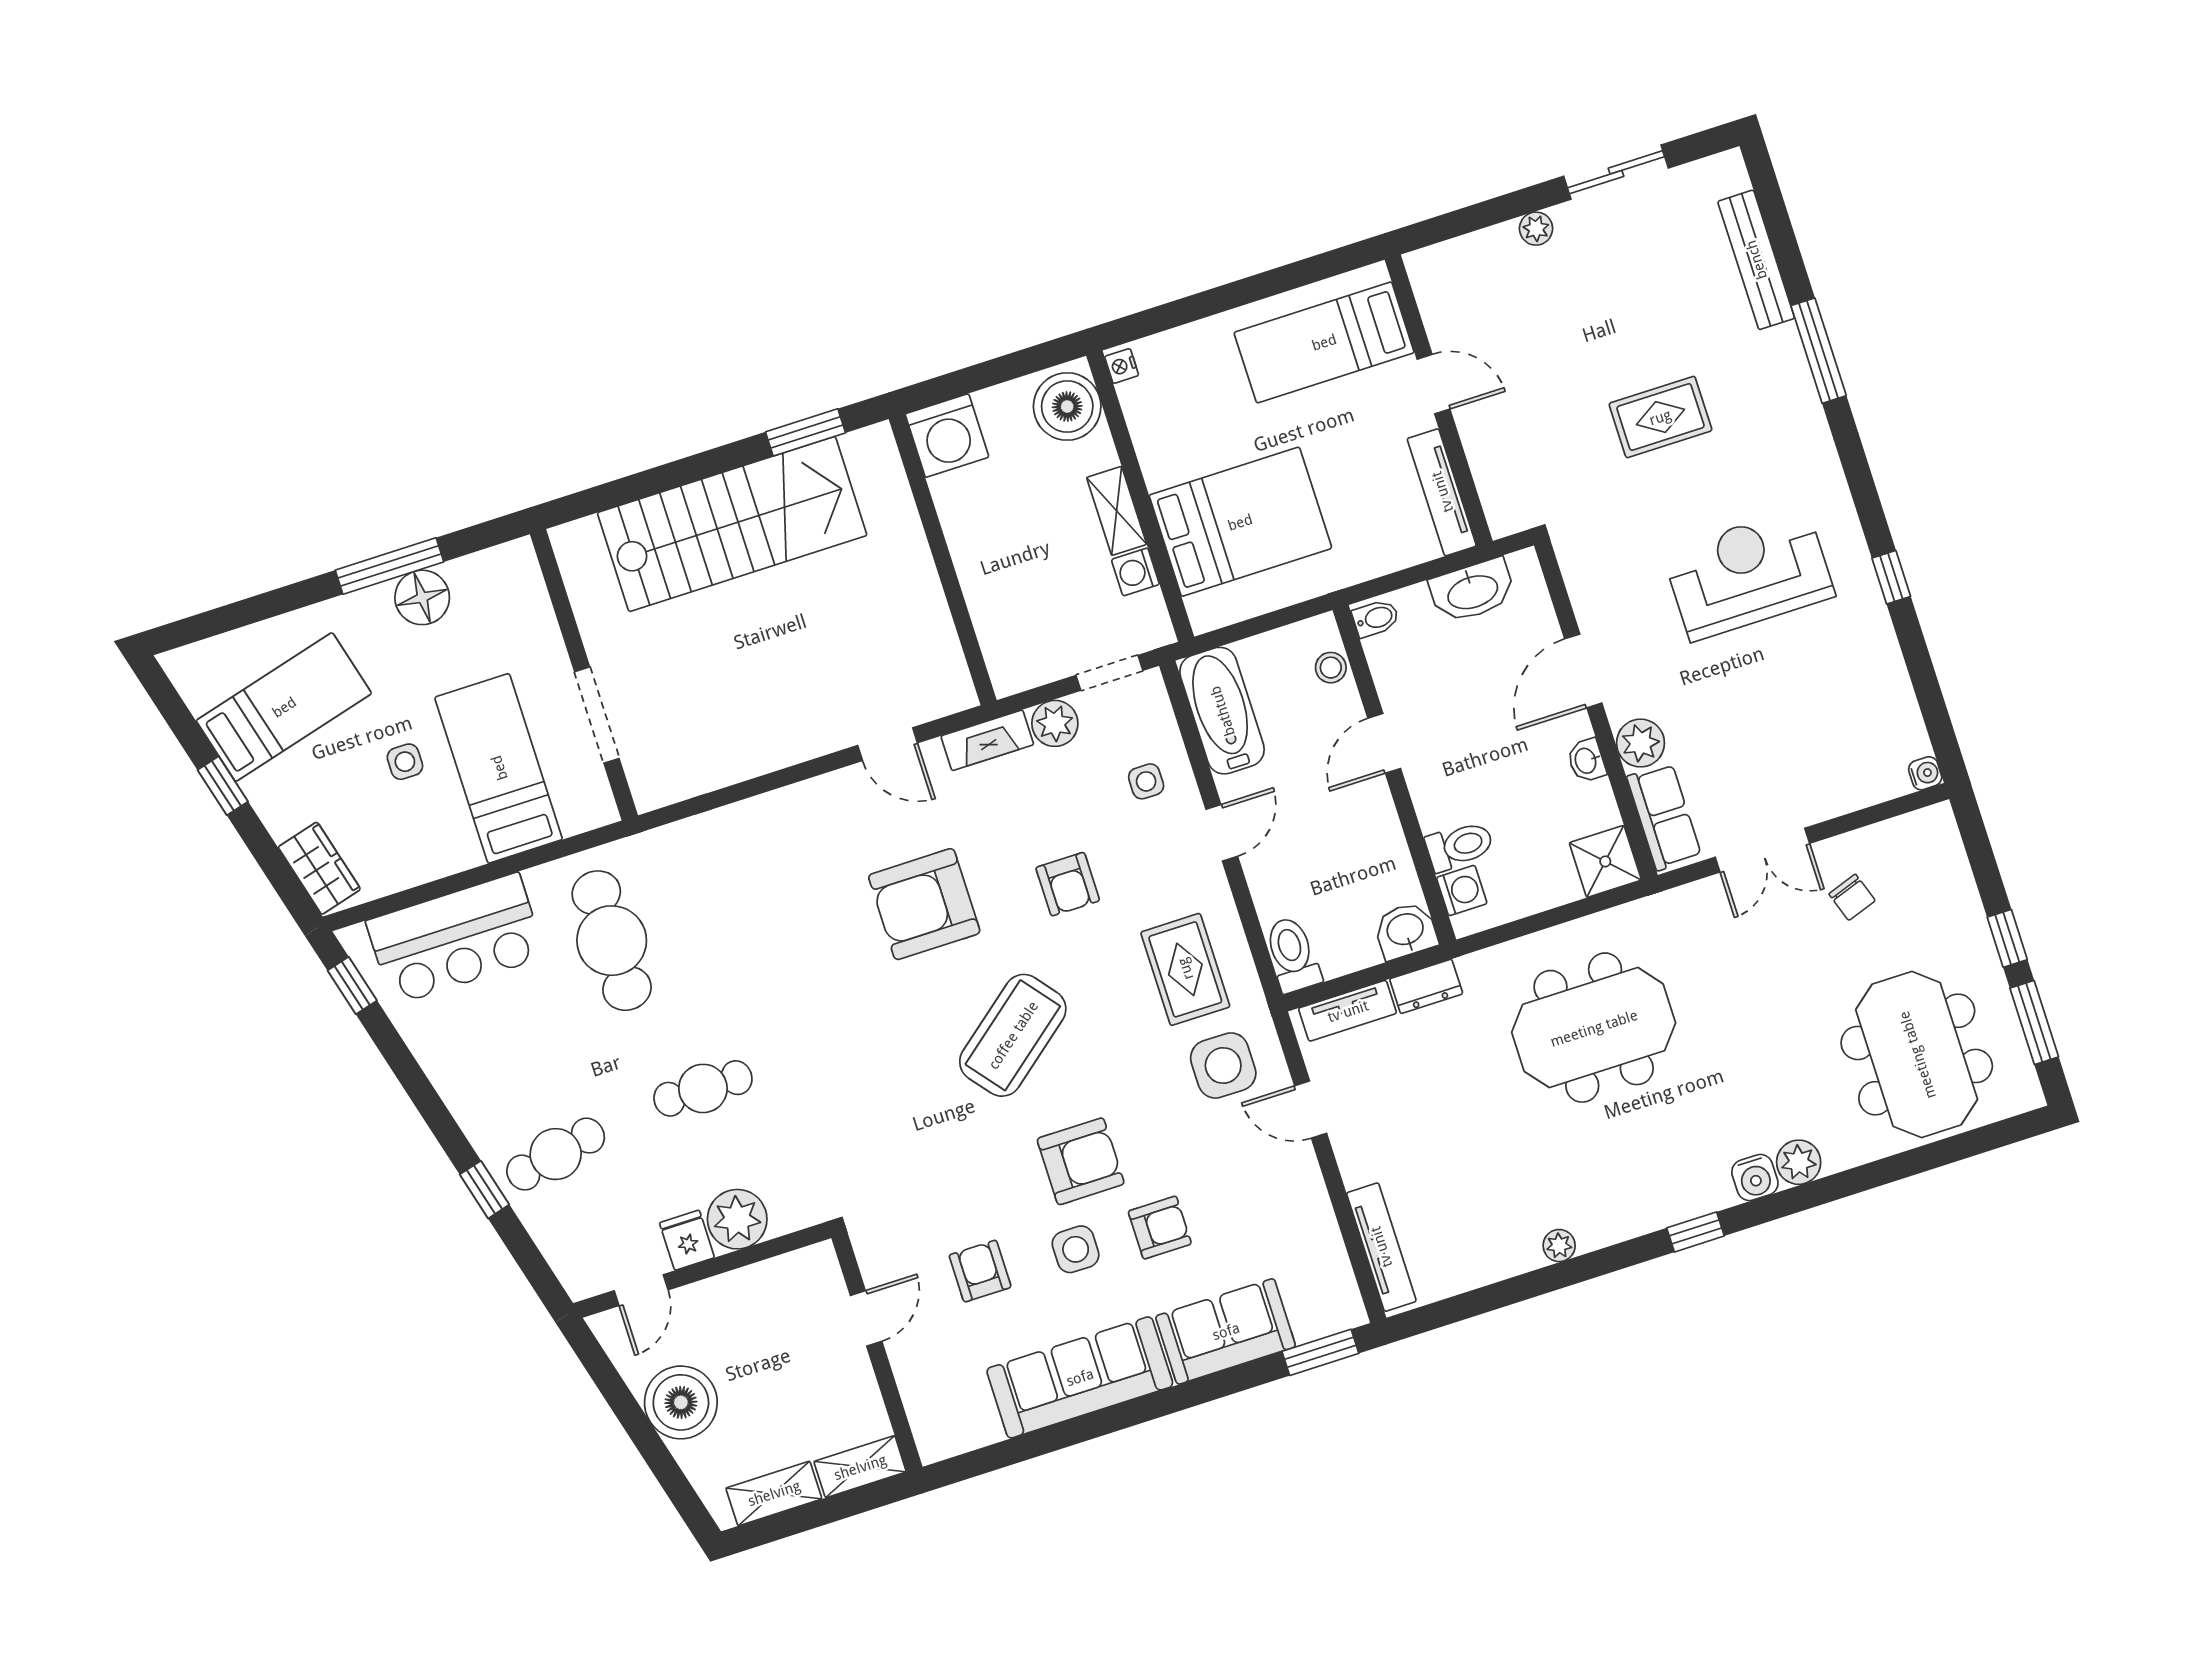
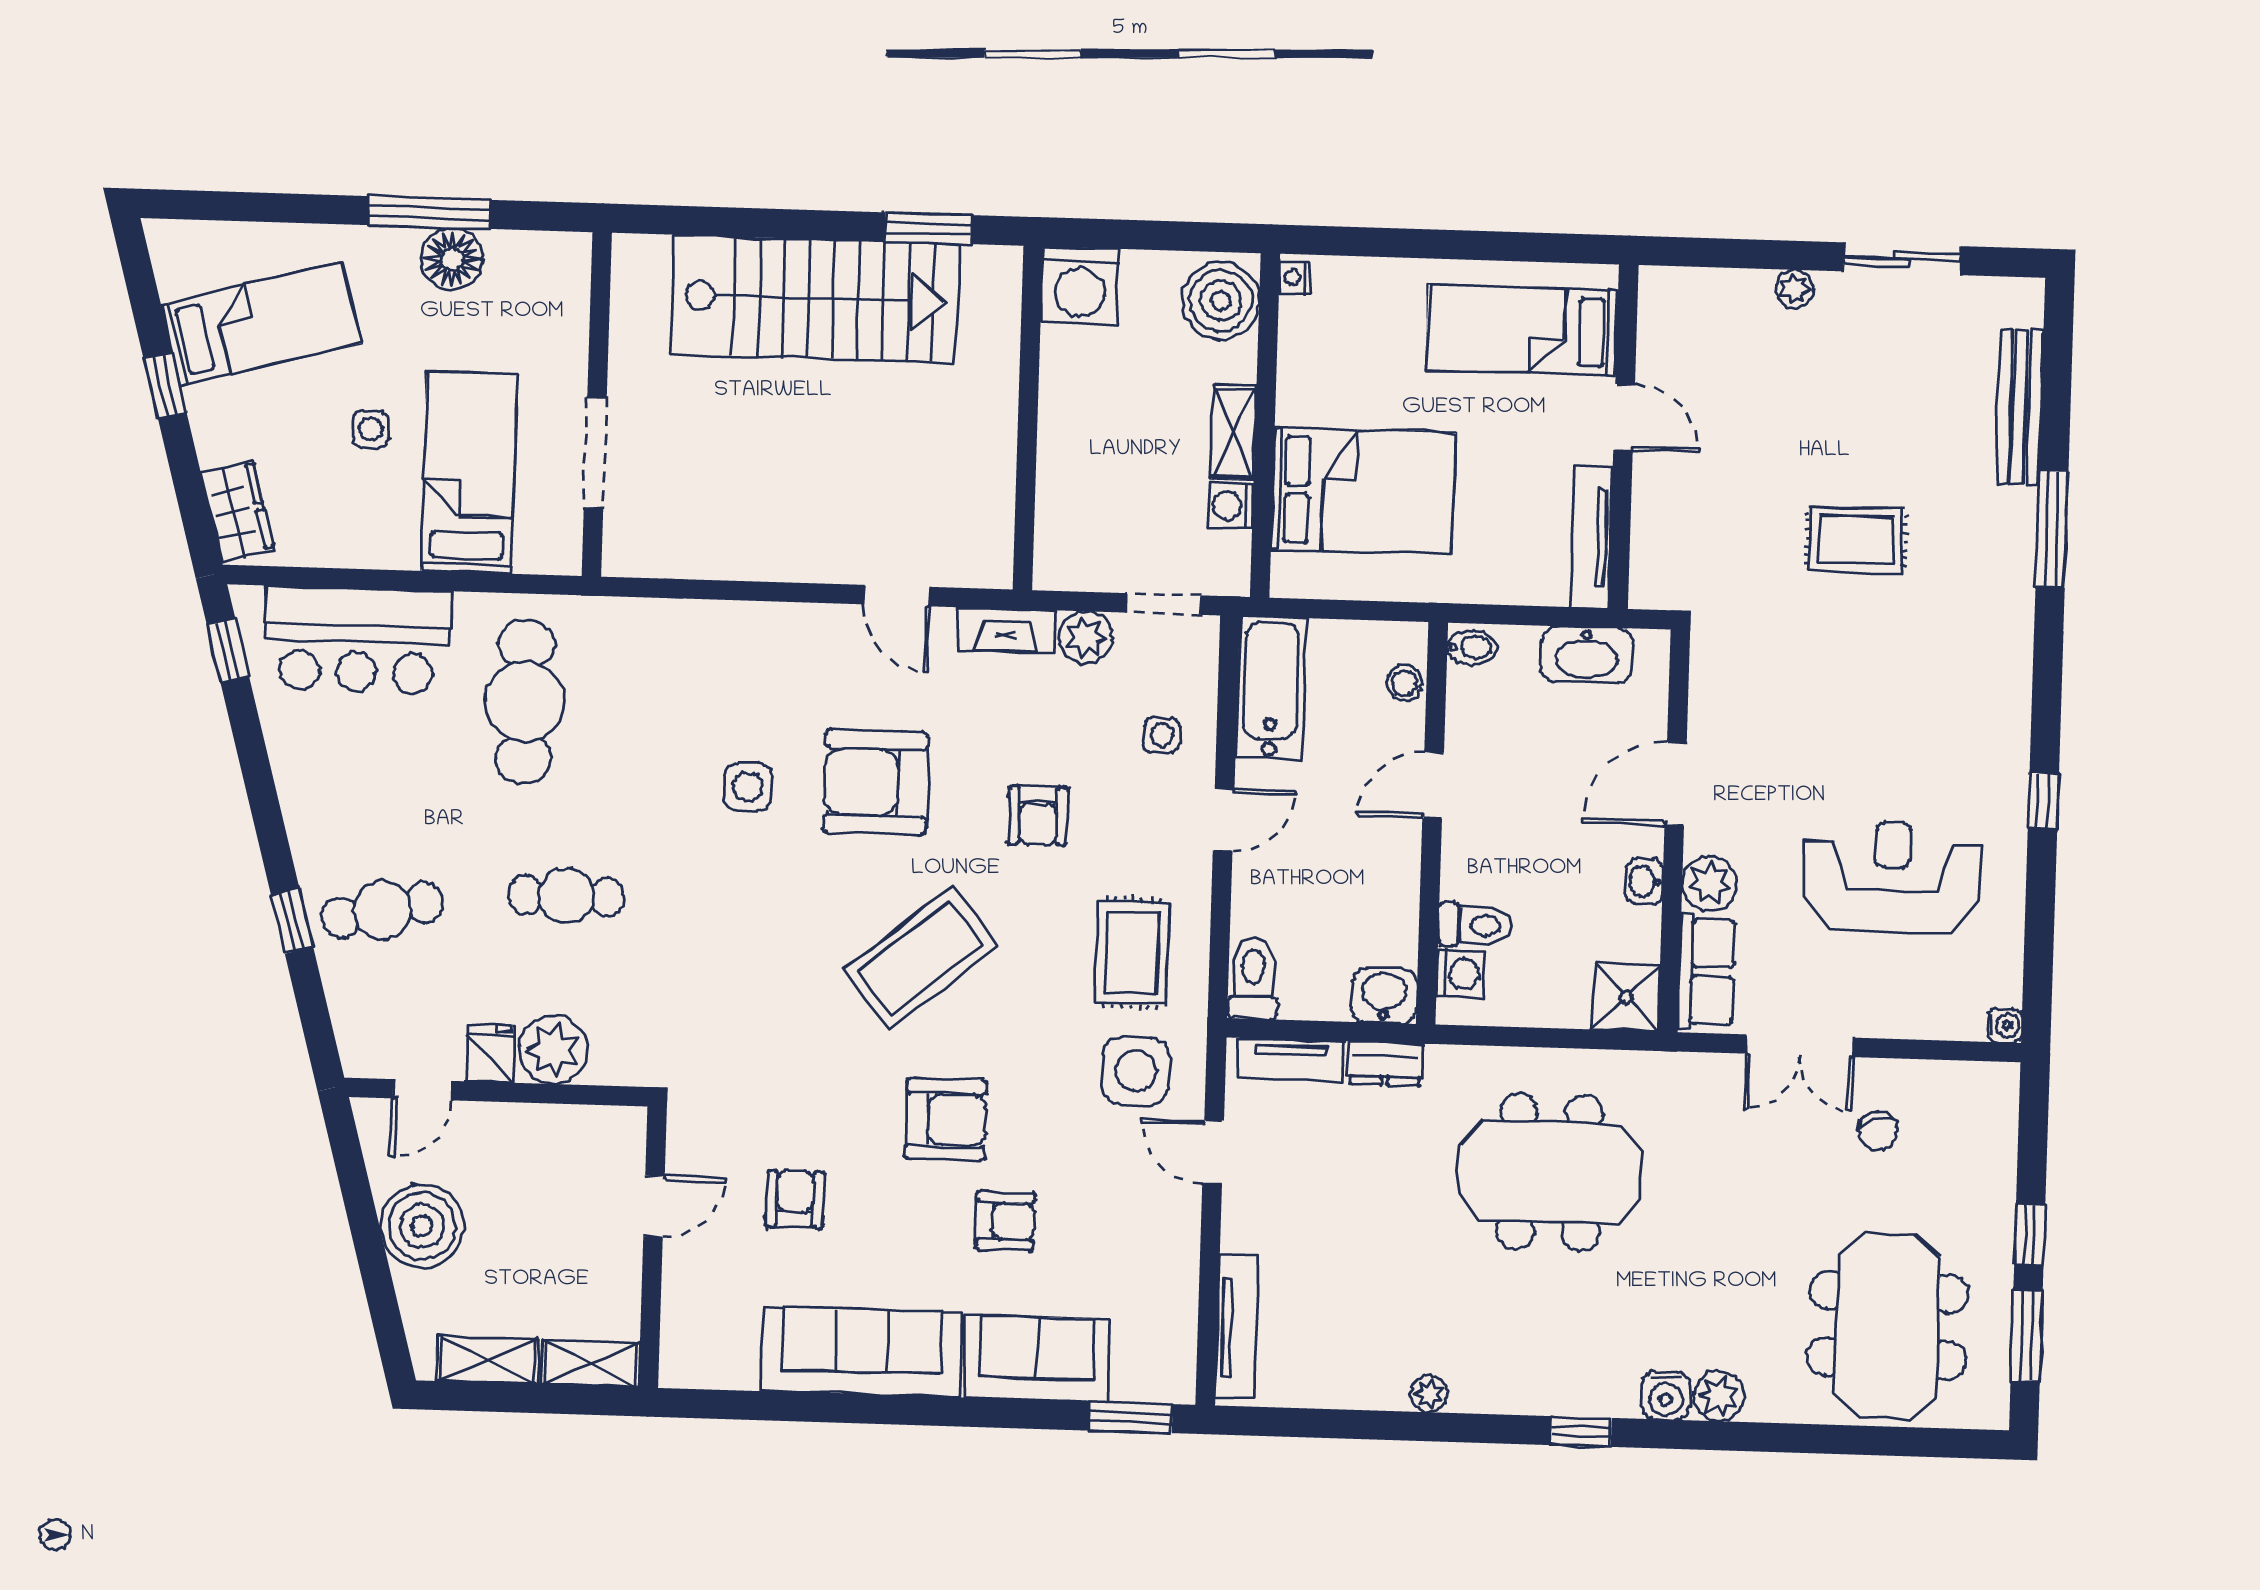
reception desk: (1749, 574) -> (1892, 877), moved
side table: (1076, 1249) -> (747, 787), moved

